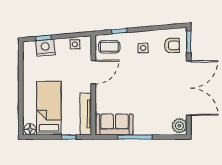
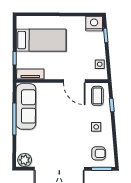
armchair: (172, 45) -> (99, 153), turned -90
nightstand: (45, 48) -> (94, 24), moved, turned -85
tv unit: (86, 114) -> (30, 74), width x0.71
sofa: (115, 125) -> (26, 106), width x1.36
floor lamp: (30, 129) -> (22, 23), removed

